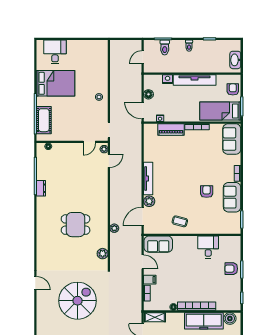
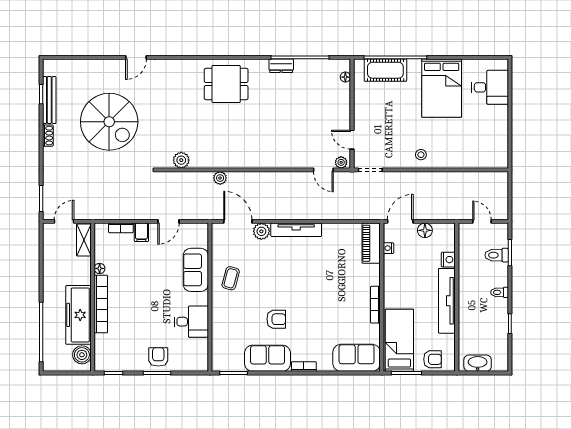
piano: (171, 129) -> (371, 243), moved
dining table: (76, 225) -> (226, 84), moved, turned 90
sofa: (158, 244) -> (196, 270), moved

